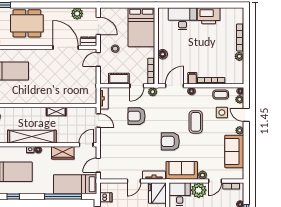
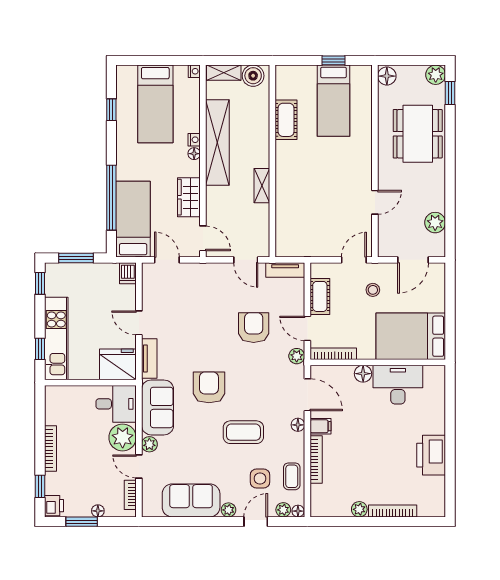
desk: (182, 19) -> (398, 385), moved, turned -90
dresser: (88, 41) -> (386, 243), removed
door: (66, 47) -> (375, 202), width x0.53
door: (98, 59) -> (354, 260), hinge flipped
cot: (19, 98) -> (286, 120), added
door: (98, 121) -> (246, 260), hinge flipped
dishwasher: (106, 197) -> (128, 273), moved

